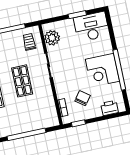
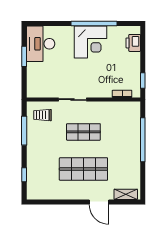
plant: (52, 38) -> (44, 89), removed
chair: (83, 98) -> (116, 70), removed

